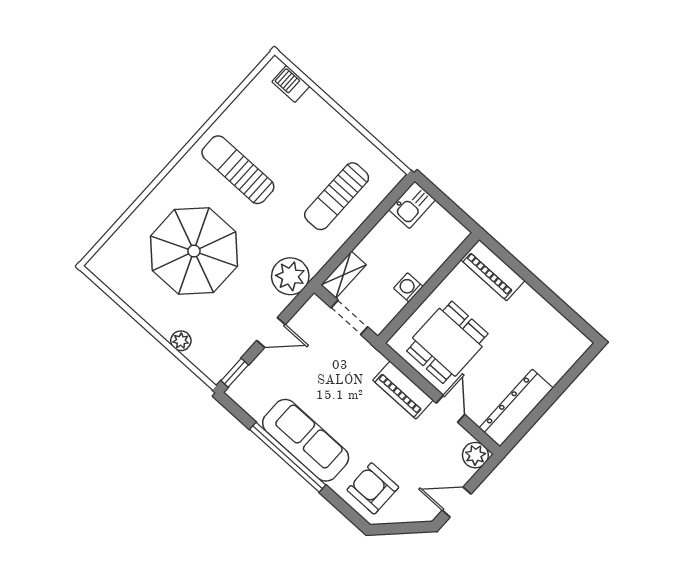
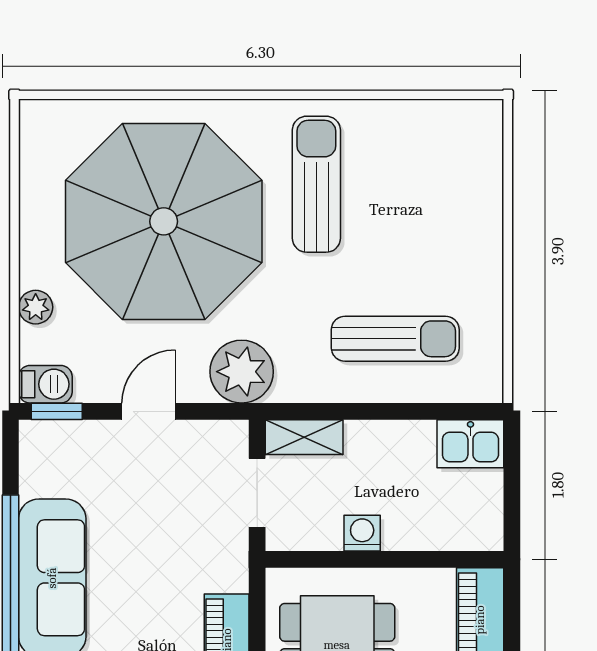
barbecue: (291, 84) -> (45, 384), moved, turned 90
sun lounger: (337, 196) -> (395, 339), turned 180
parasol: (194, 251) -> (164, 221), width x1.36, depth x1.36
door: (271, 333) -> (149, 411), swing flipped

